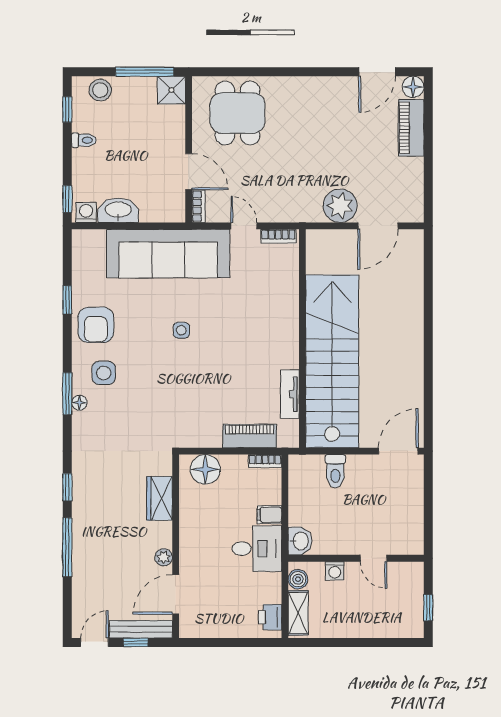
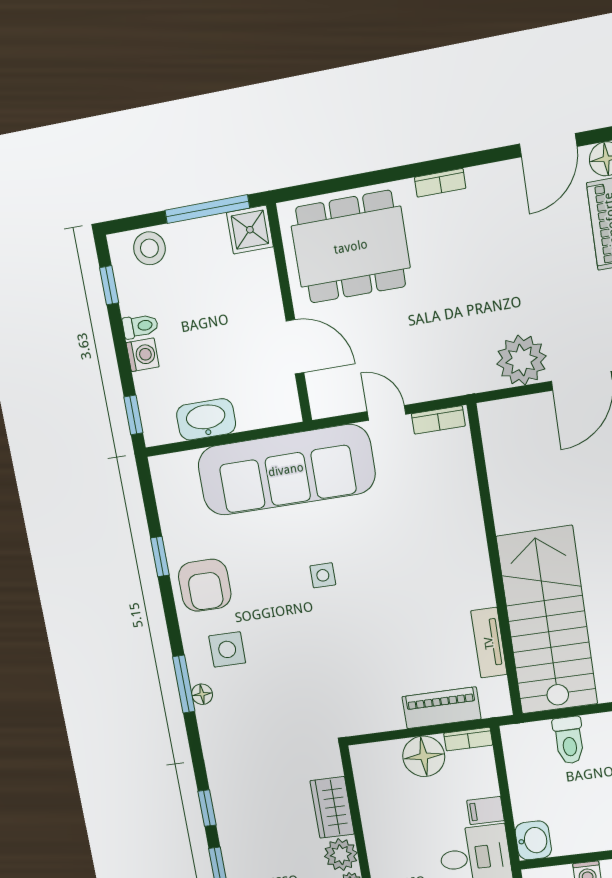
dining table: (238, 113) -> (351, 247), width x1.37
bookcase: (199, 206) -> (440, 183), moved, turned 90
washing machine: (86, 213) -> (143, 355), moved, turned 90
stairs: (332, 361) -> (547, 621), width x0.73
floor lamp: (205, 469) -> (424, 756), moved
plant: (160, 534) -> (341, 855), added

